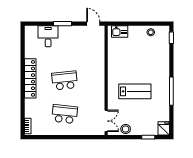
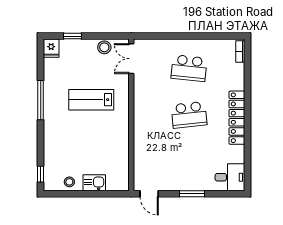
kitchen sink: (120, 32) -> (94, 183), moved
desk: (48, 36) -> (230, 177), moved, turned -90

